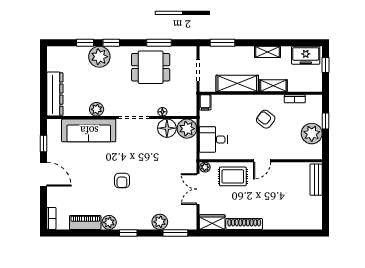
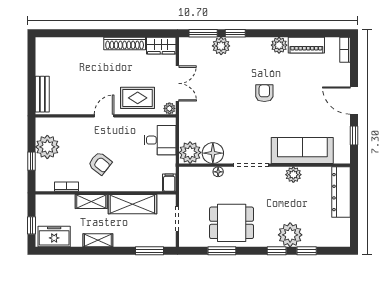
window: (128, 233) -> (235, 33), moved

